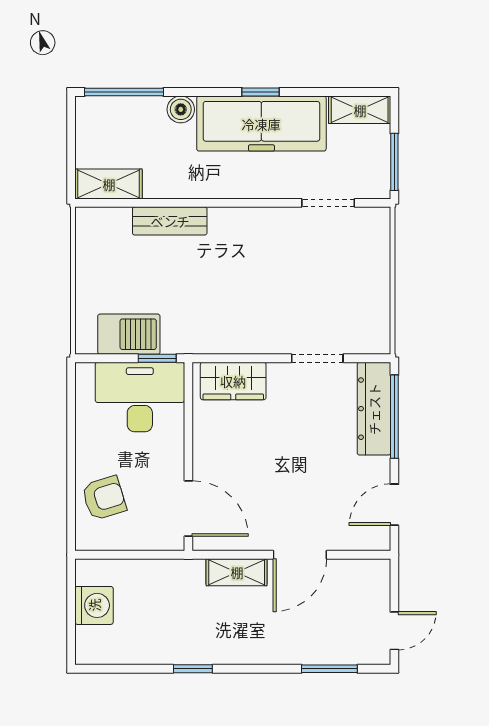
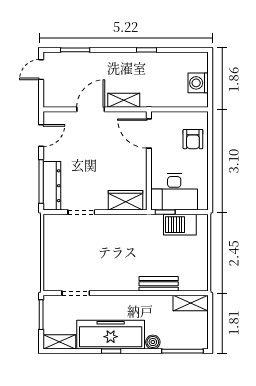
armchair: (104, 498) -> (193, 139), turned -73

